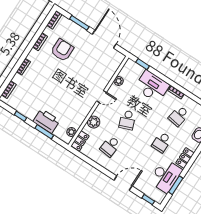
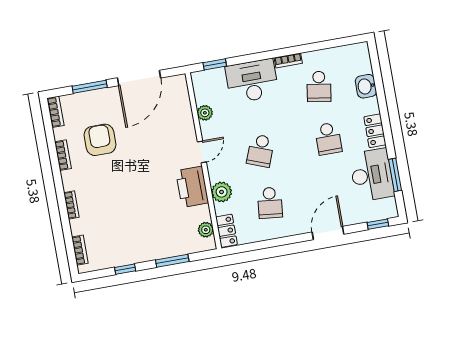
door: (104, 39) -> (139, 78), swing flipped
school desk: (127, 120) -> (261, 151), turned 42
printer: (46, 121) -> (192, 187), moved, turned -90

